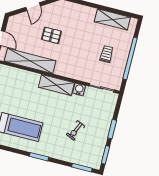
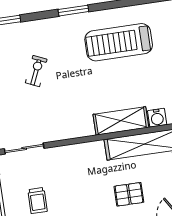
shelving: (56, 85) -> (121, 121), moved
water cooler: (79, 89) -> (157, 118), moved

